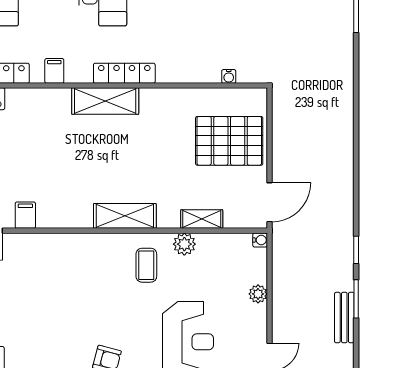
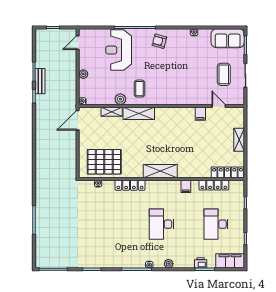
locker: (124, 73) -> (130, 185), moved
pallet: (229, 141) -> (104, 162), moved
shelving: (125, 216) -> (139, 113), moved
bench: (344, 318) -> (40, 81), moved

